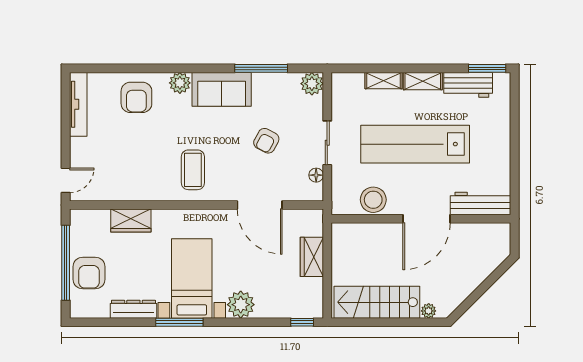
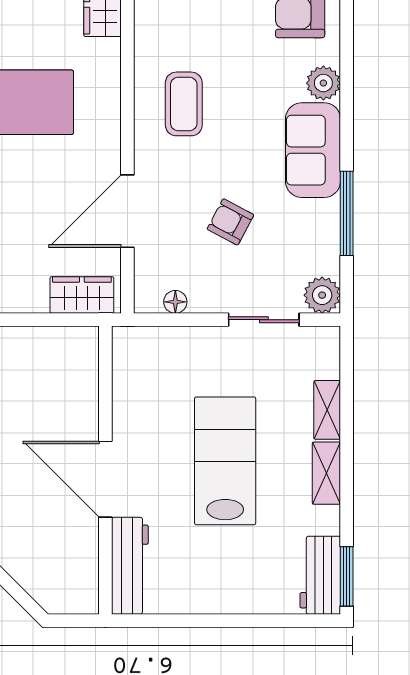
workbench: (468, 85) -> (320, 575), moved
sliding door: (327, 143) -> (264, 320), moved
lab bench: (415, 144) -> (225, 461), width x0.73
coffee table: (193, 170) -> (184, 104), turned 90
stool: (373, 200) -> (136, 394), removed
wardrobe: (312, 257) -> (82, 295), moved

